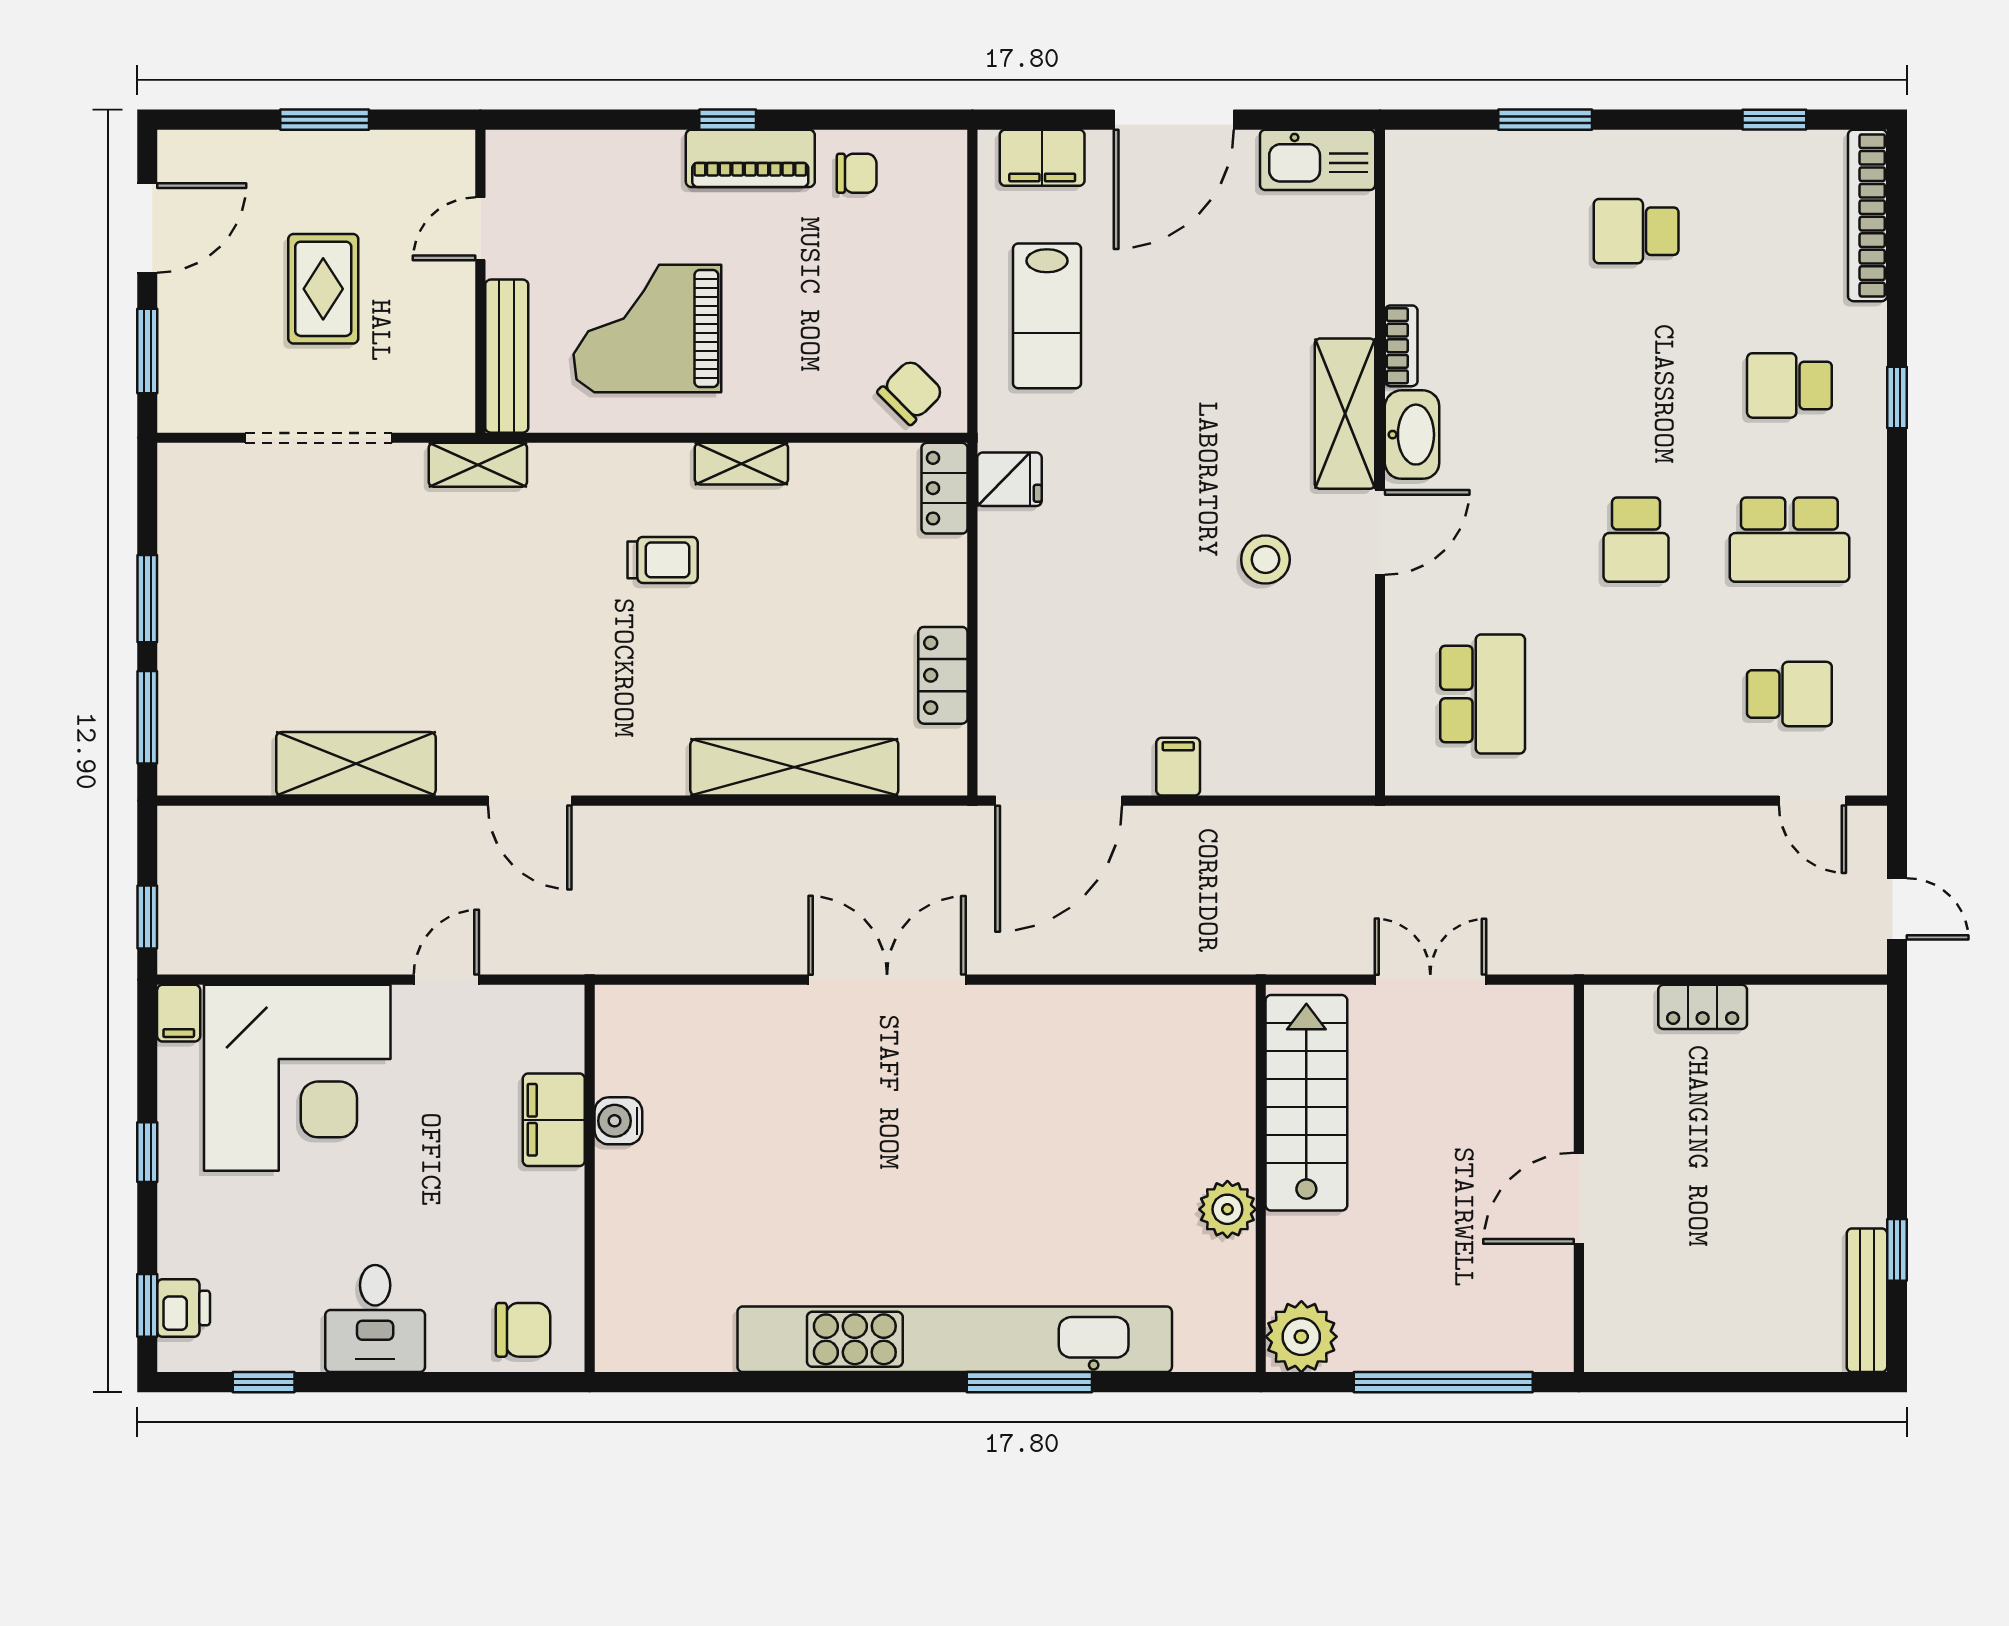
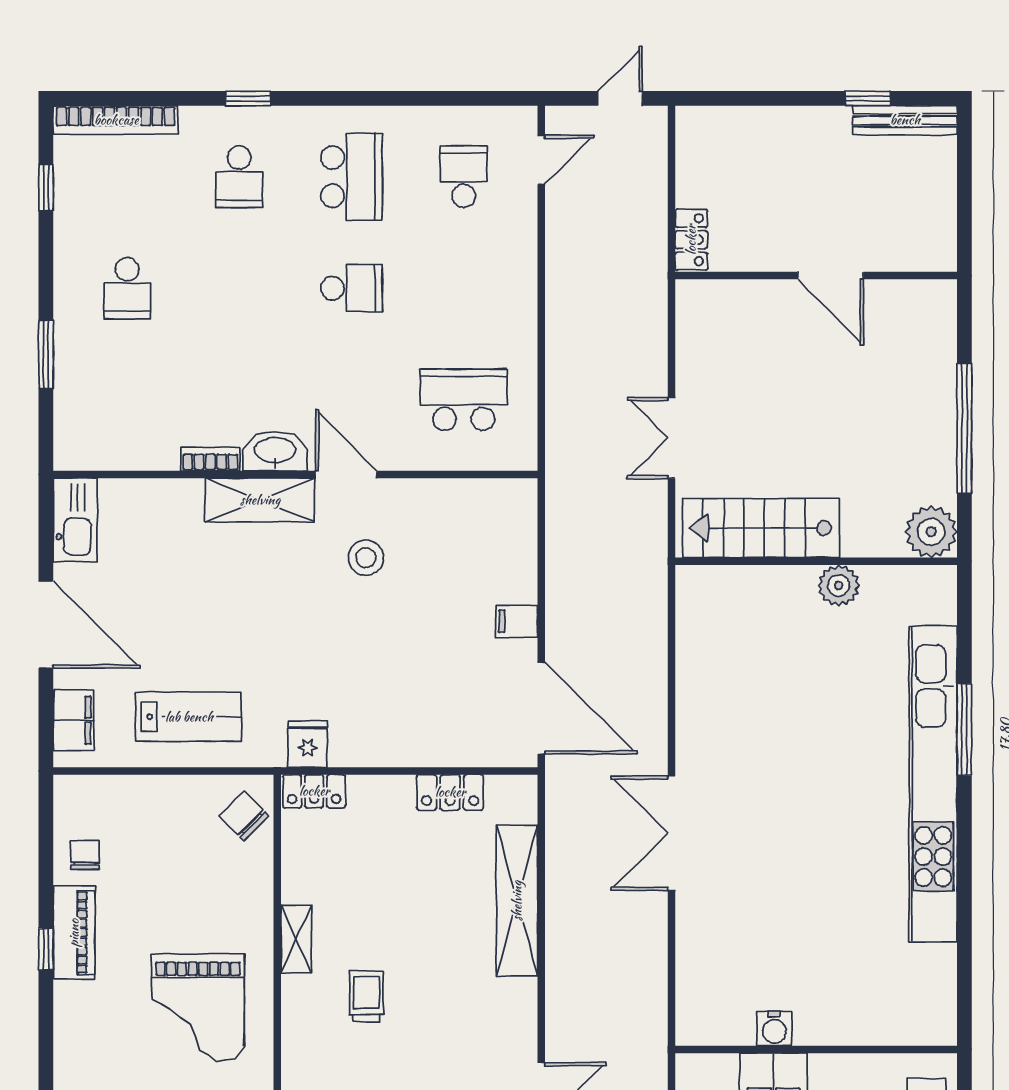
wall: (1579, 1178) -> (816, 276), moved
door: (1579, 1198) -> (830, 276), moved

